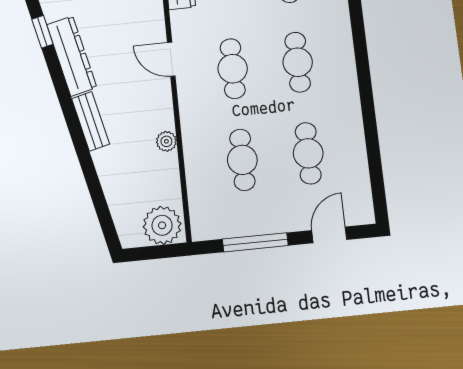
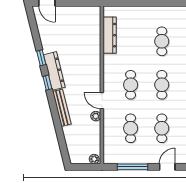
door: (171, 59) -> (102, 101), moved
window: (59, 81) -> (47, 83), added
bench: (90, 121) -> (62, 108), width x1.36
plant: (162, 225) -> (94, 159), width x0.53, depth x0.53

